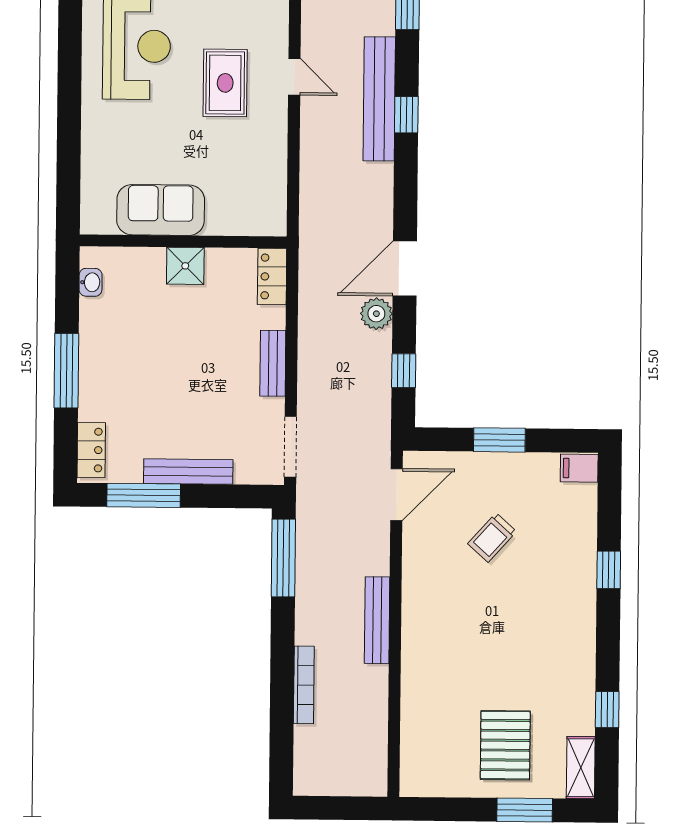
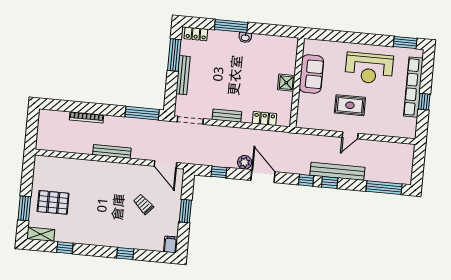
window: (406, 169) -> (306, 180), added
sofa: (161, 210) -> (311, 74), moved
wall: (183, 241) -> (297, 83), moved
shower: (185, 266) -> (286, 83), moved
washbasin: (91, 282) -> (245, 37), moved

